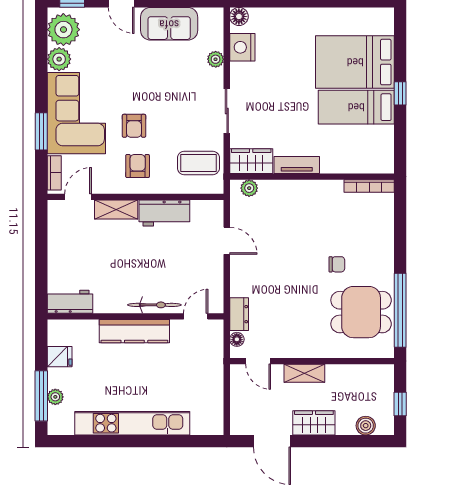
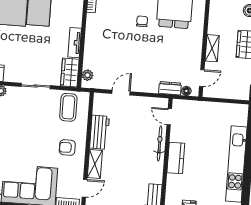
armchair: (134, 126) -> (41, 148), removed
door: (78, 197) -> (85, 188), swing flipped
kitchen counter: (134, 331) -> (176, 158), width x0.67

